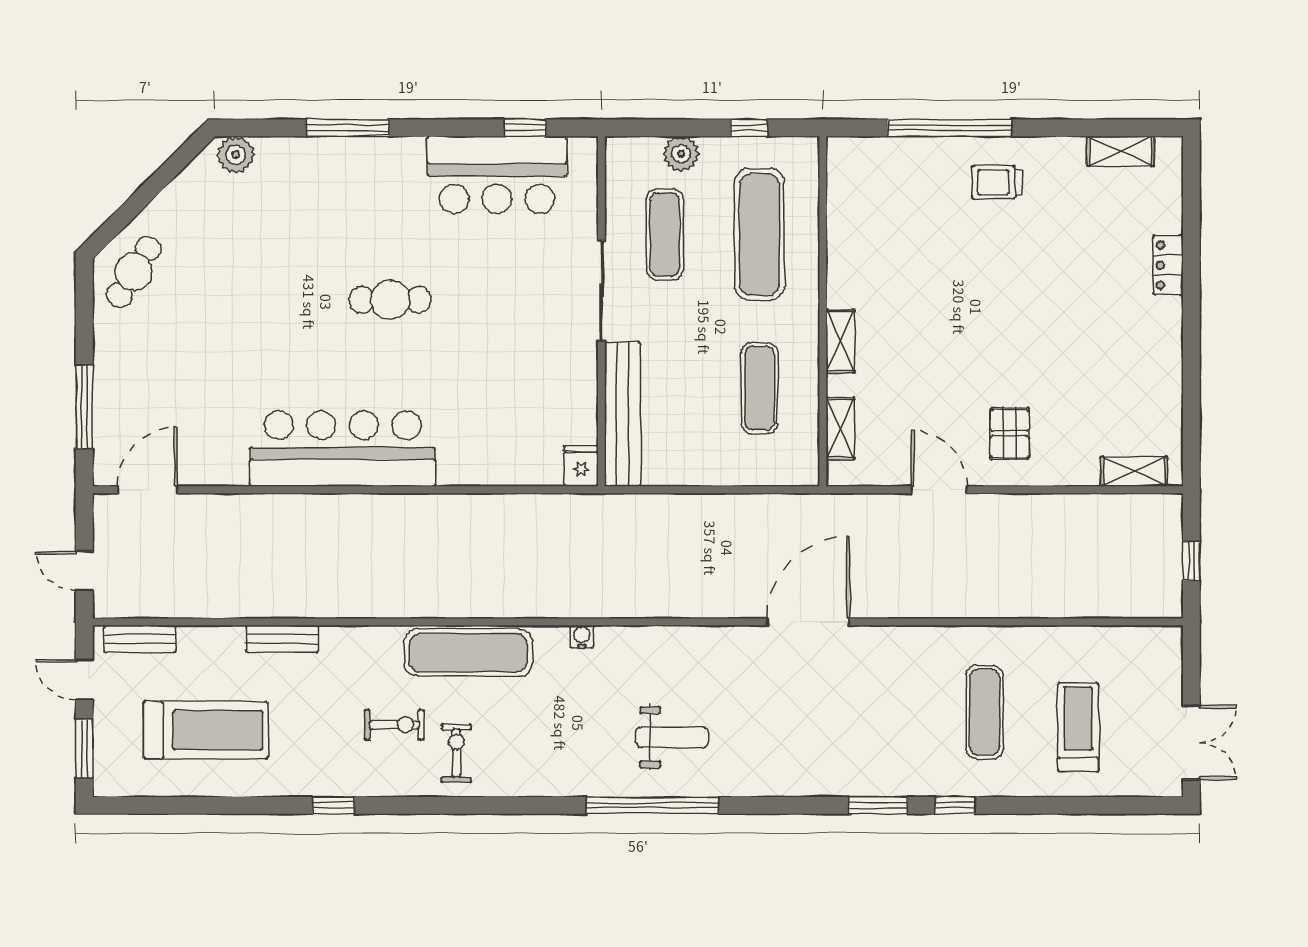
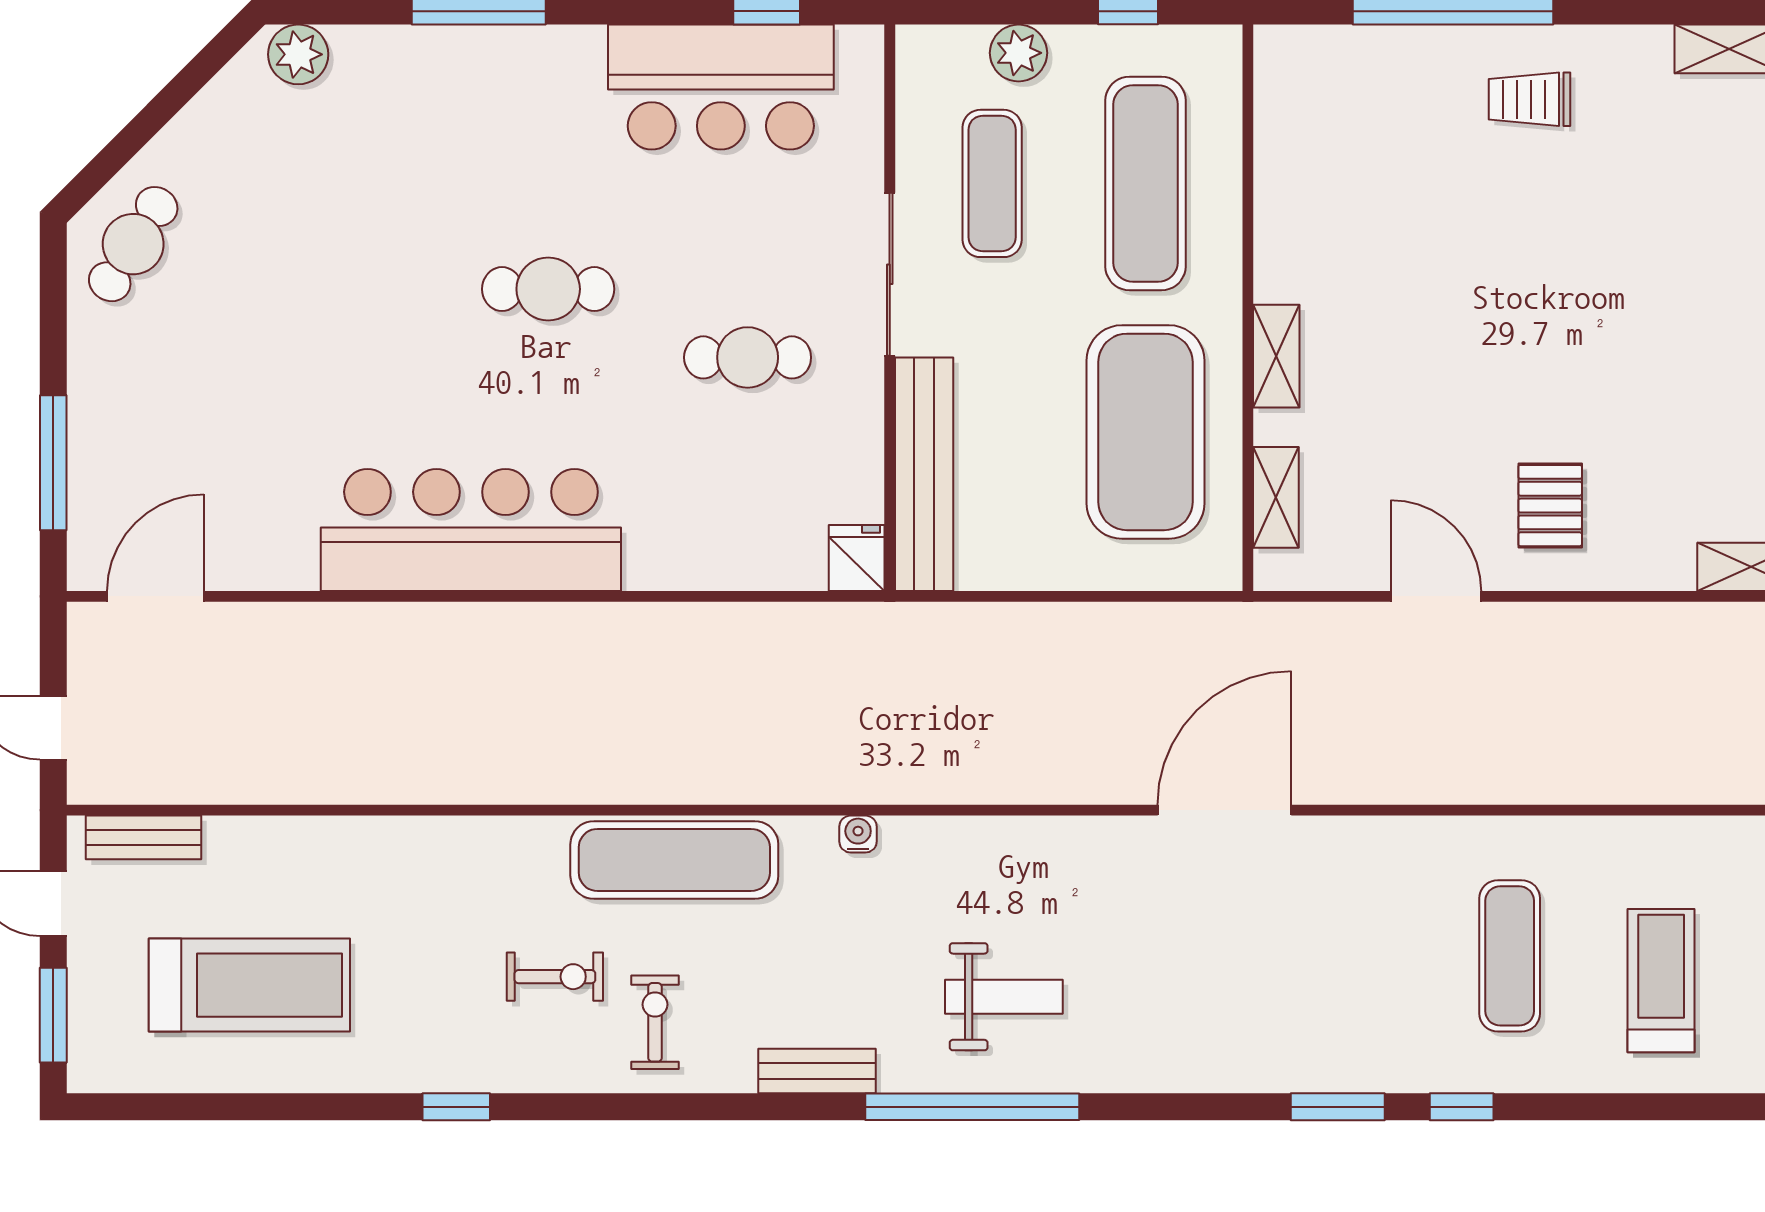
cafe table: (514, 342) -> (748, 357), added
exercise mat: (760, 388) -> (1145, 432), width x2.00, depth x1.45
bench: (282, 639) -> (817, 1071), moved

